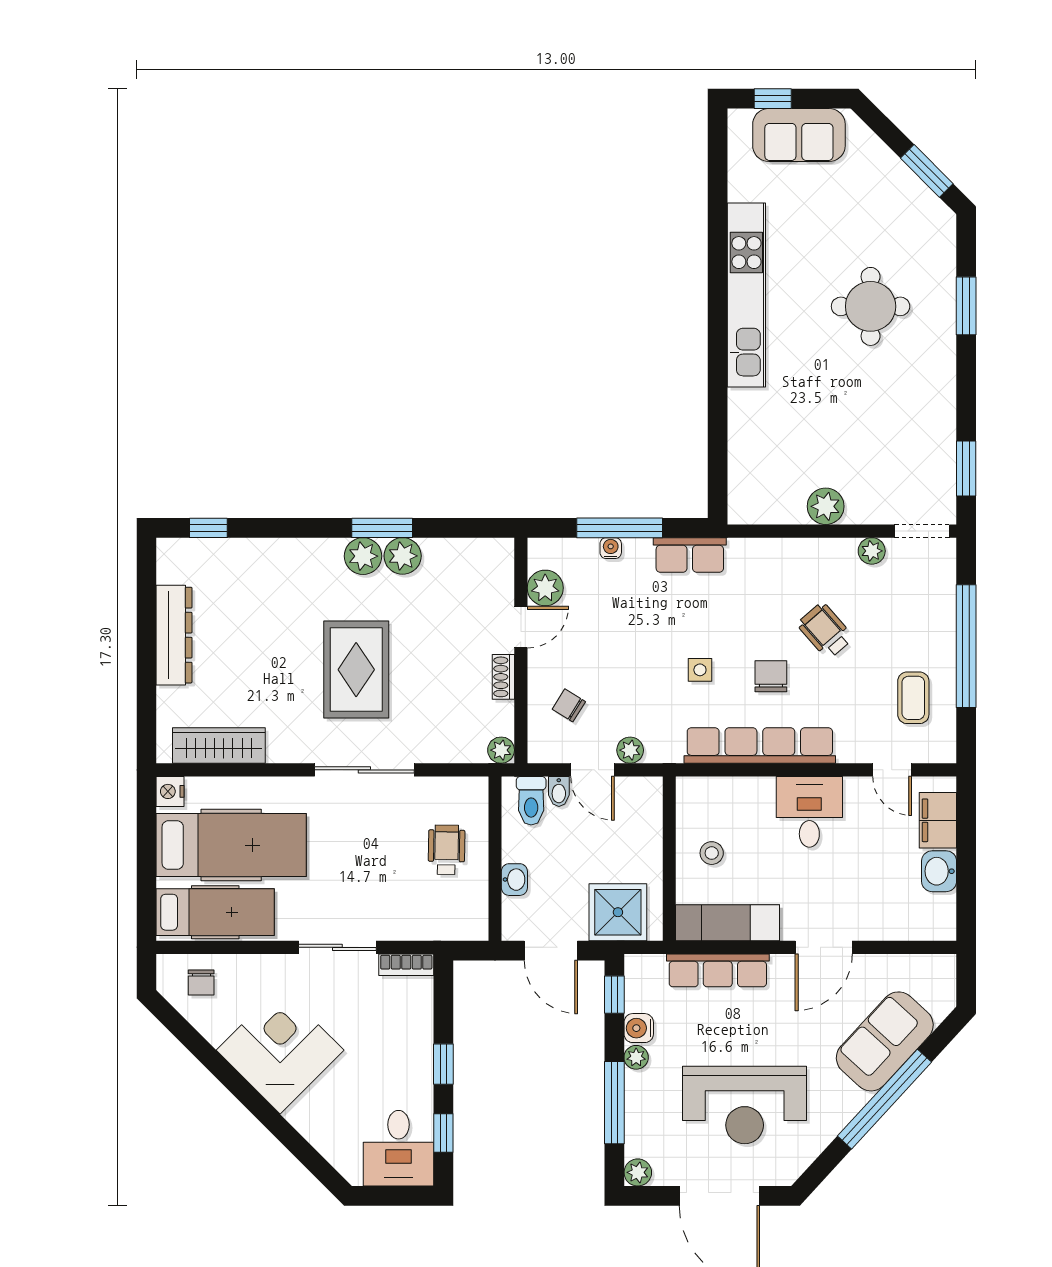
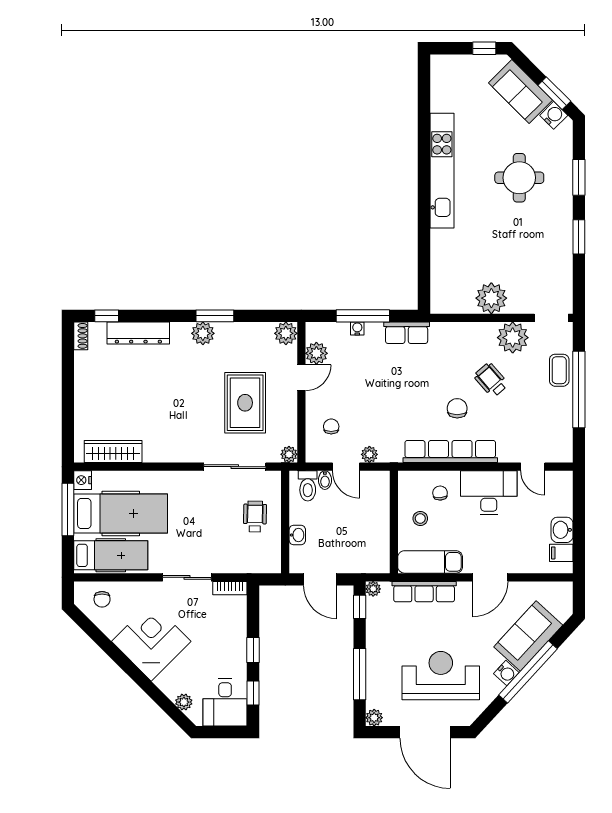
window: (773, 99) -> (484, 48), moved
sofa: (799, 135) -> (520, 91), moved, turned 45
water cooler: (926, 206) -> (554, 115), added
window: (966, 468) -> (579, 237), moved
plant: (826, 506) -> (491, 298), width x1.36, depth x1.36
plant: (872, 551) -> (513, 338), width x1.88, depth x1.88
plant: (403, 556) -> (286, 333), moved
dresser: (174, 635) -> (138, 333), moved, turned 90
rug: (356, 670) -> (245, 403), moved
side table: (700, 670) -> (413, 404), removed
shoe rack: (503, 677) -> (81, 336), moved, turned 180
coffee table: (913, 698) -> (559, 370), moved
chair: (569, 705) -> (331, 426), turned 58
sliding door: (364, 770) -> (235, 467), moved
chair: (743, 812) -> (440, 493), added
desk: (809, 812) -> (489, 493), width x1.37
filing cabinet: (938, 820) -> (561, 553), moved, width x0.50
window: (146, 839) -> (68, 510), added
shower: (618, 912) -> (362, 555), removed
water cooler: (639, 1028) -> (506, 673), moved, turned -137
plant: (636, 1057) -> (373, 589), moved
reception desk: (745, 1105) -> (441, 676), turned 180
plant: (332, 1147) -> (184, 702), added

